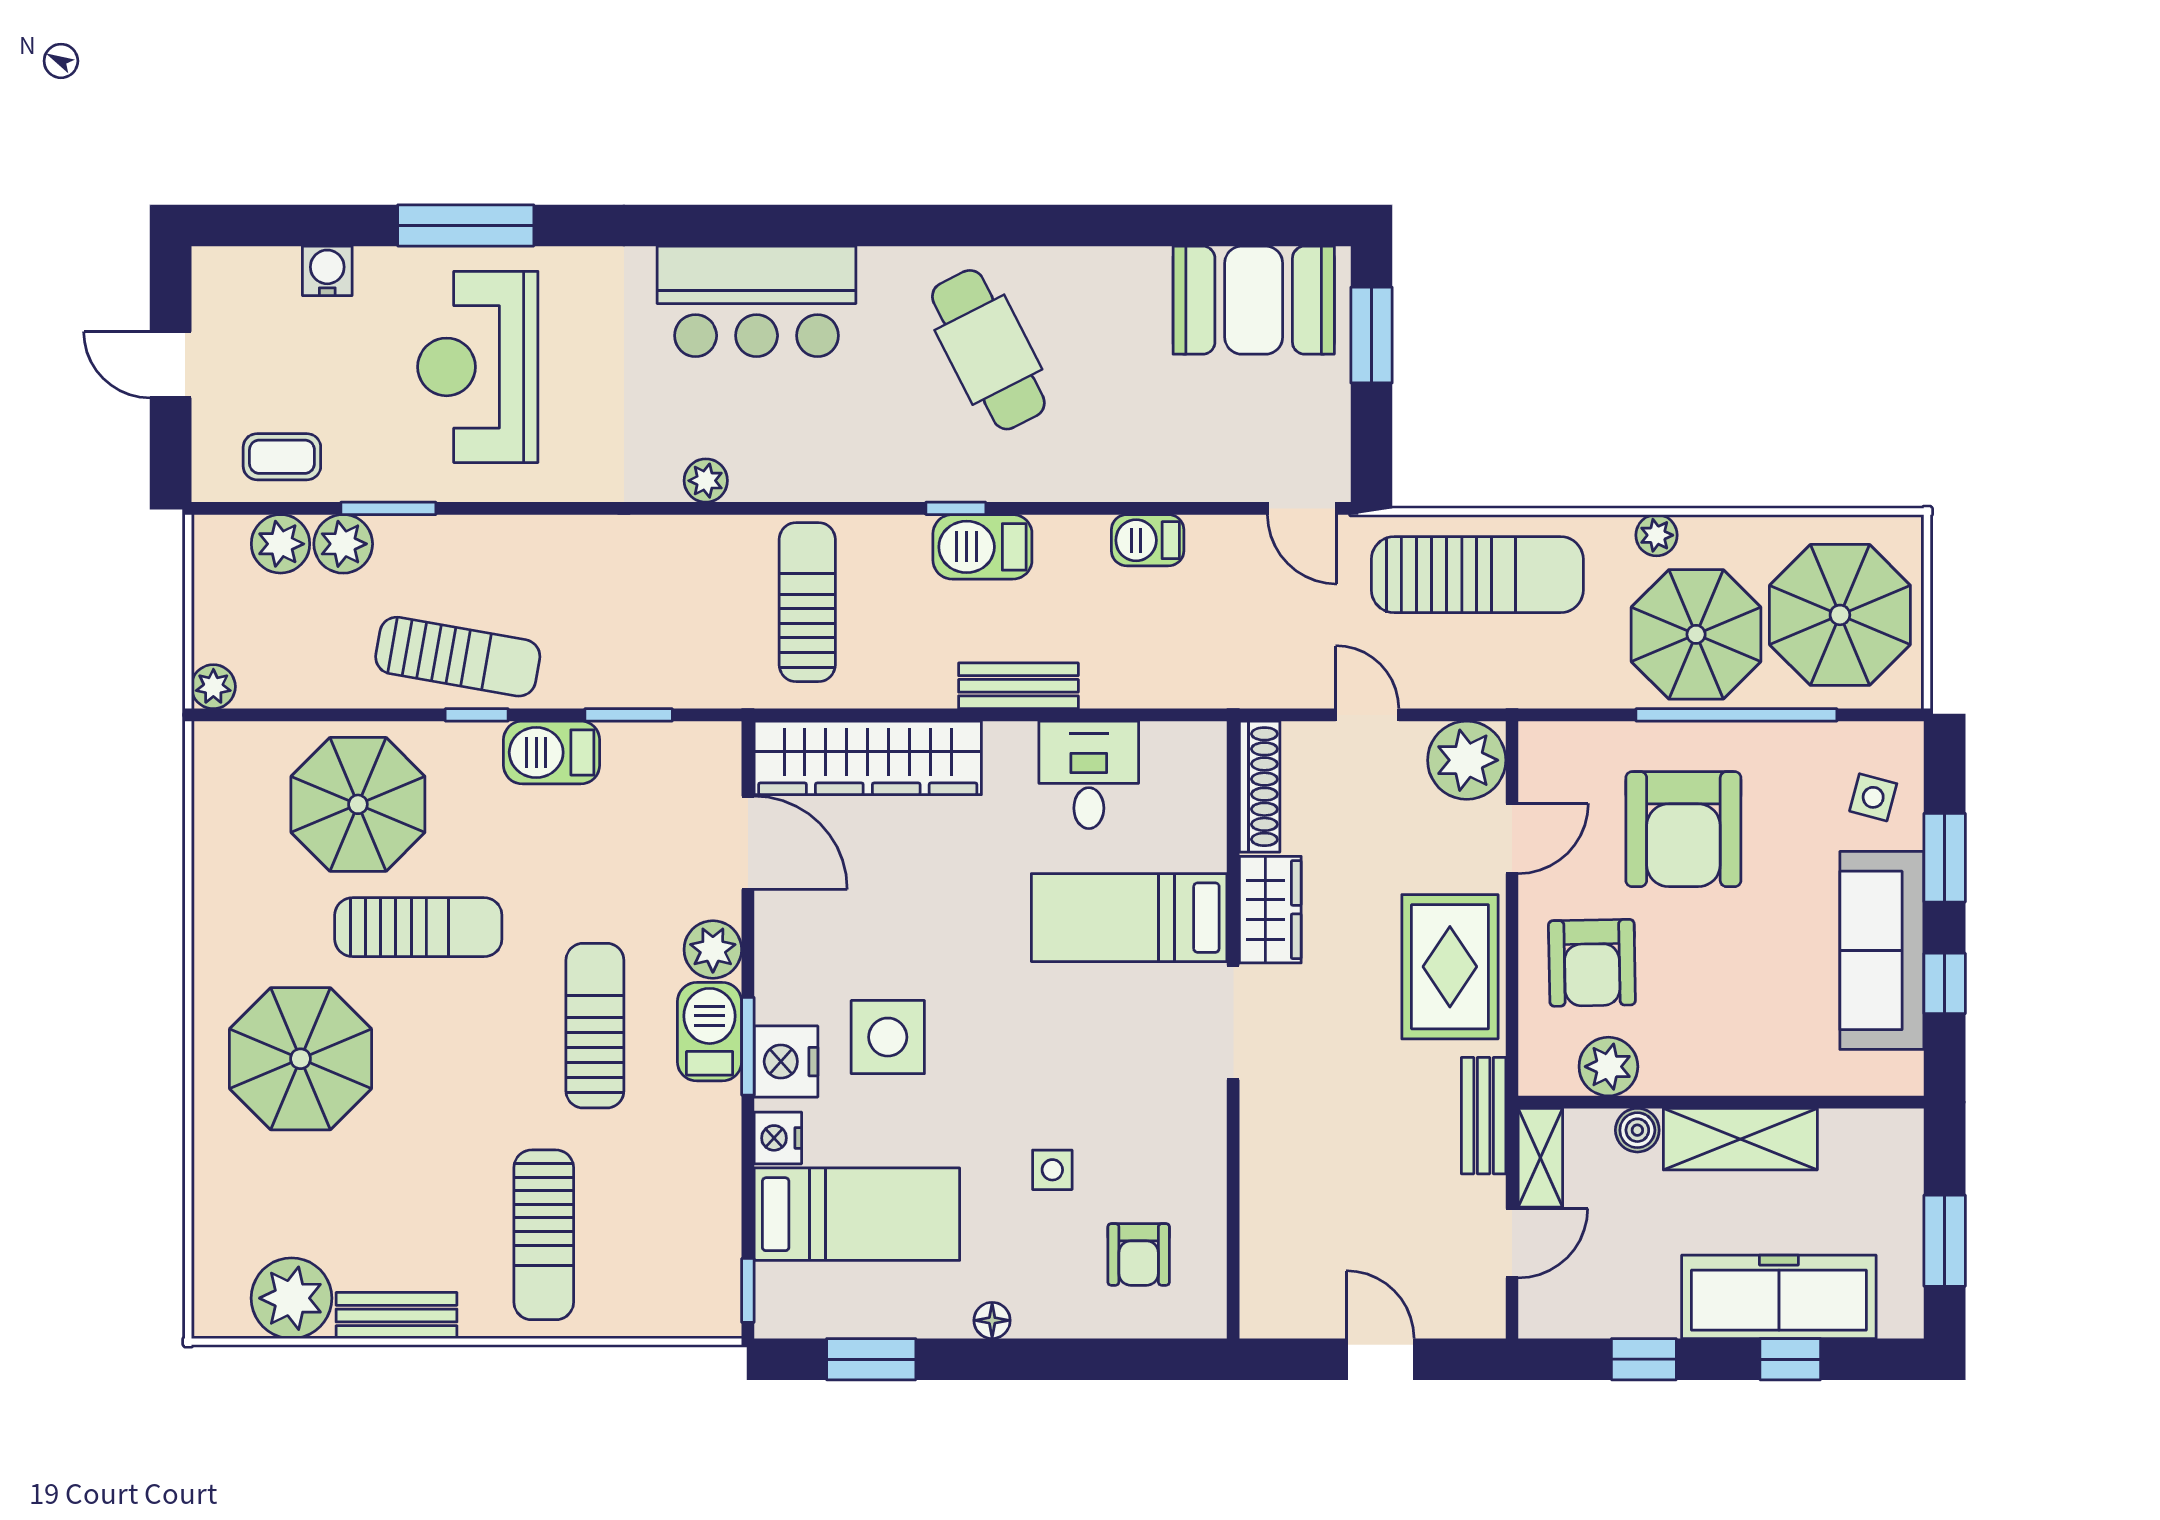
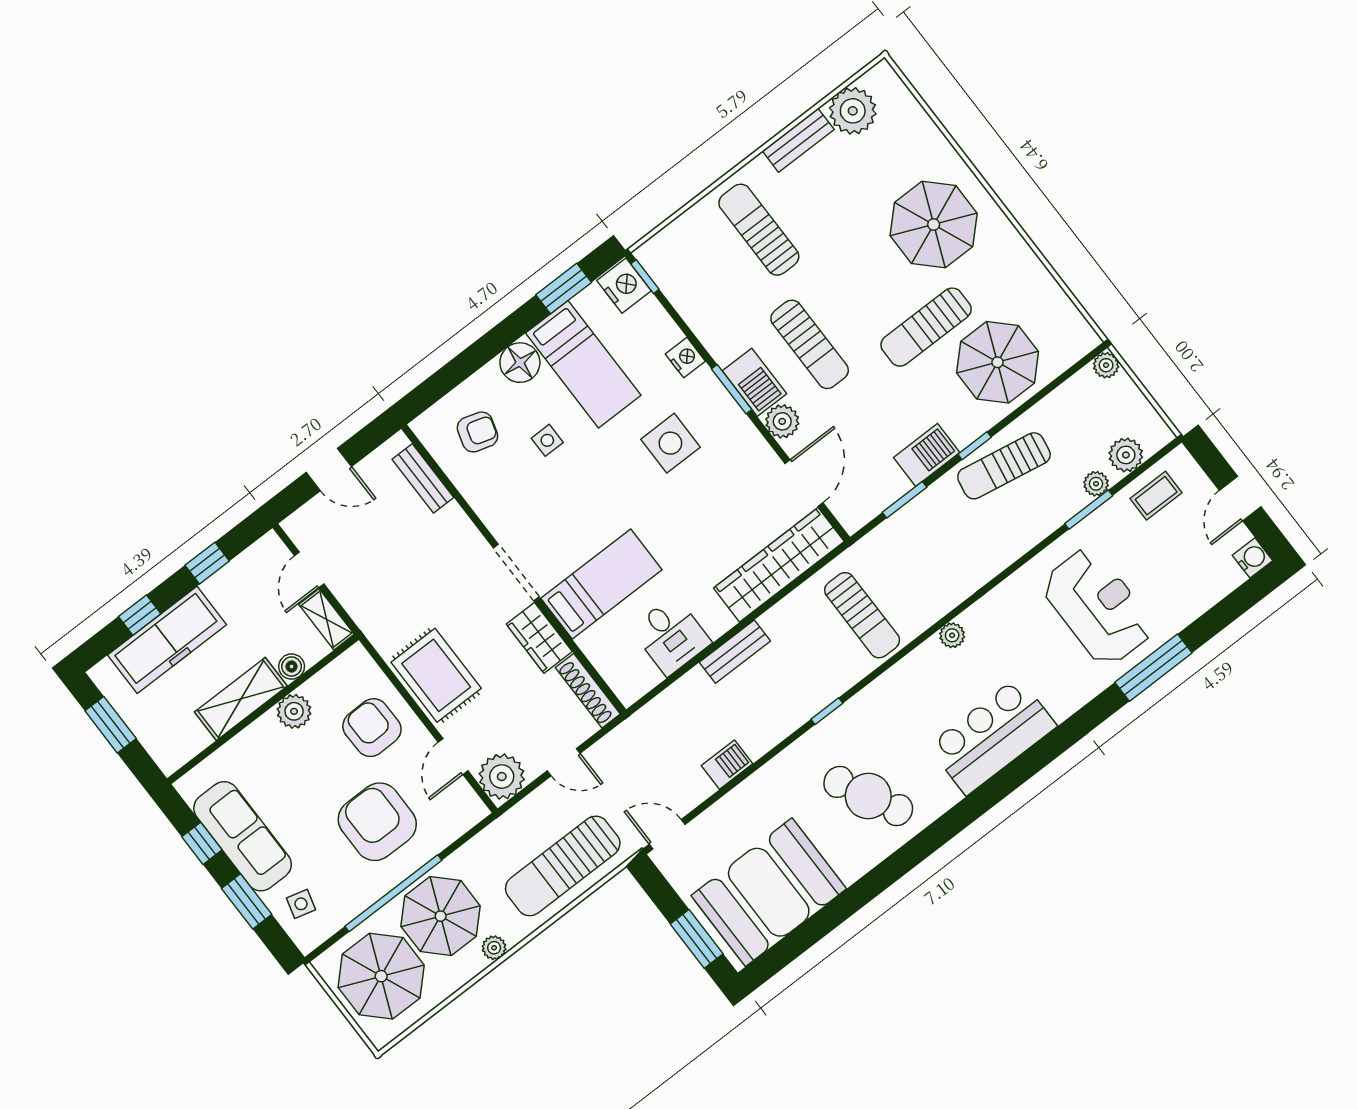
water cooler: (327, 271) -> (1252, 558), moved, turned -90
booth: (1254, 300) -> (769, 892), width x1.36, depth x1.42
door: (171, 365) -> (1240, 499), swing flipped
plant: (343, 544) -> (1096, 484), width x0.73, depth x0.73
barbecue: (982, 547) -> (801, 703), removed
door: (748, 843) -> (804, 483), swing flipped
nightstand: (786, 1062) -> (624, 286), moved
plant: (1608, 1067) -> (294, 711), moved
bench: (1484, 1116) -> (423, 478), moved
bed: (857, 1214) -> (583, 364), moved, turned -90
armchair: (1139, 1254) -> (477, 432), turned 107
floor lamp: (992, 1320) -> (520, 363), width x1.89, depth x1.89

